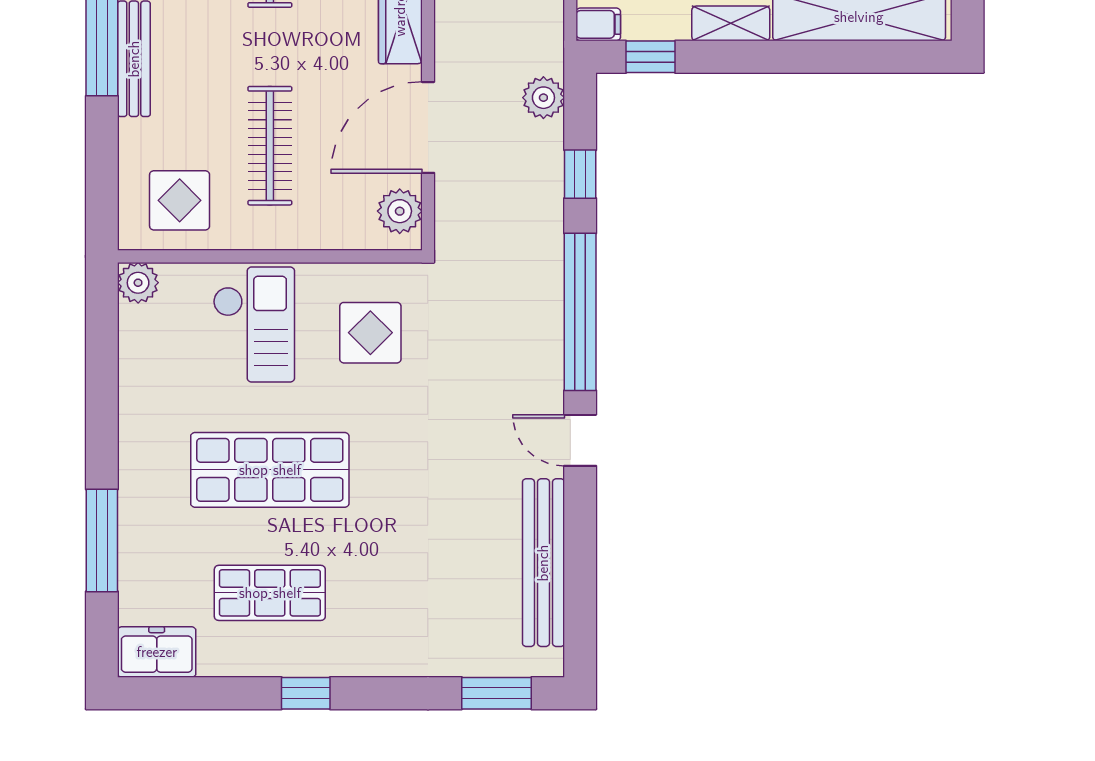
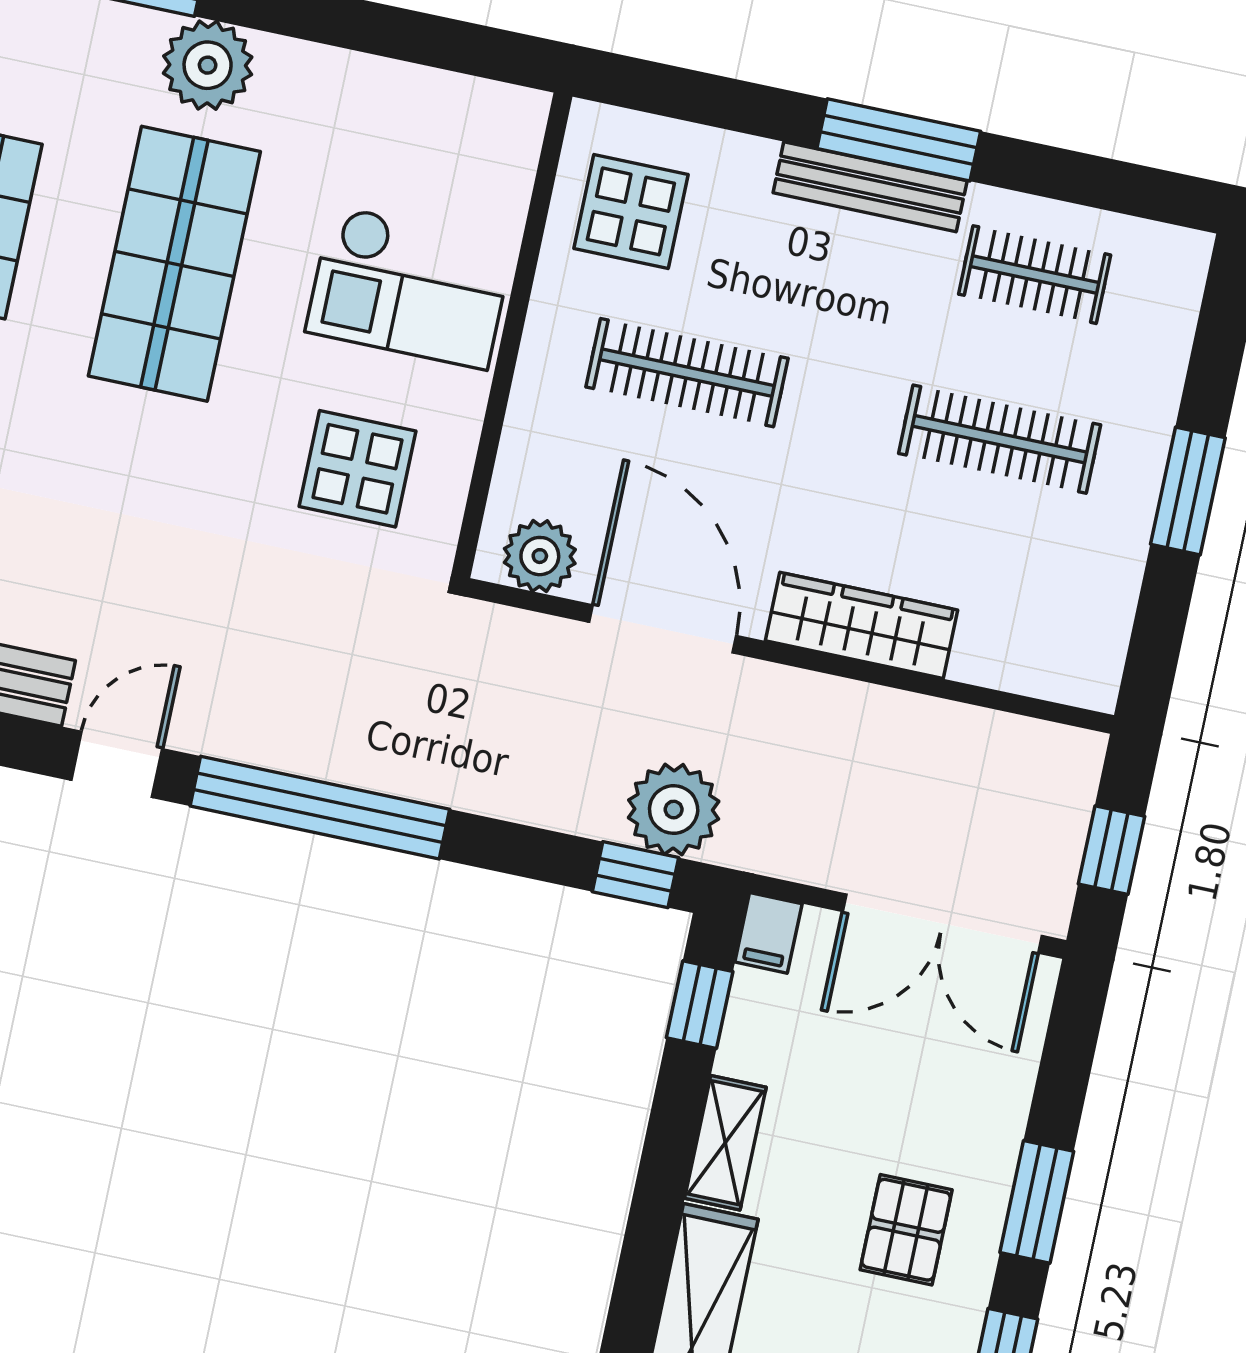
plant: (543, 98) -> (674, 810), width x1.36, depth x1.36
window: (580, 174) -> (635, 875), moved
plant: (138, 283) -> (208, 65), moved, width x1.36, depth x1.36

